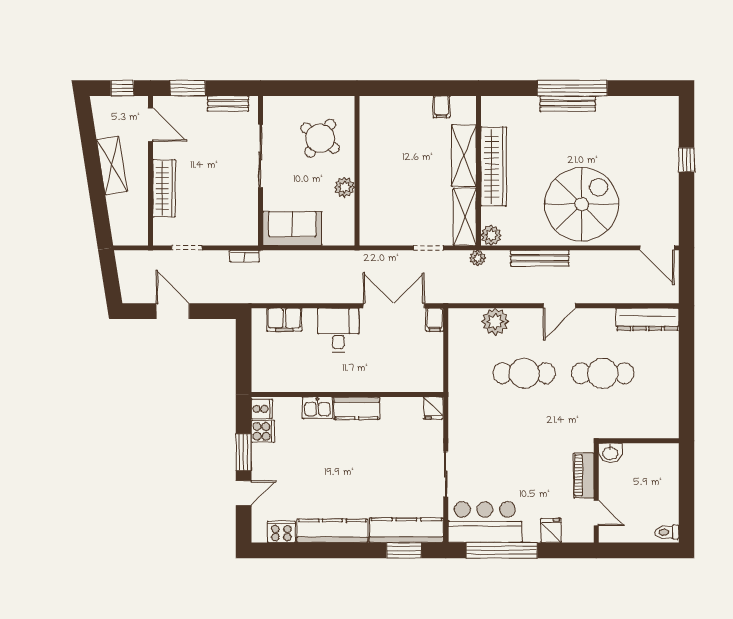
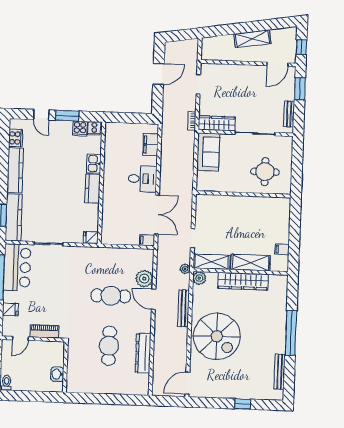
bench: (568, 104) -> (280, 372), moved
round table: (320, 138) -> (265, 172), turned -36
plant: (345, 187) -> (233, 186), removed
wardrobe: (164, 188) -> (217, 123), moved, turned 180
door: (559, 306) -> (154, 299), moved
dresser: (647, 319) -> (143, 353), moved
cafe table: (524, 373) -> (111, 296), turned 90
washbasin: (610, 453) -> (57, 374), moved

